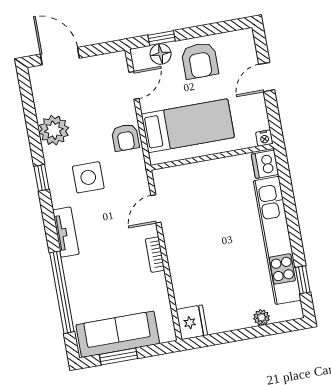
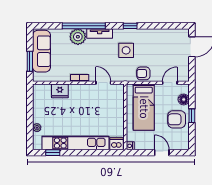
window: (162, 38) -> (192, 116), moved
door: (134, 85) -> (170, 83), swing flipped
plant: (54, 130) -> (78, 37), moved
window: (62, 292) -> (84, 26), moved
fridge: (192, 322) -> (60, 91), moved
window: (119, 356) -> (30, 61), moved

